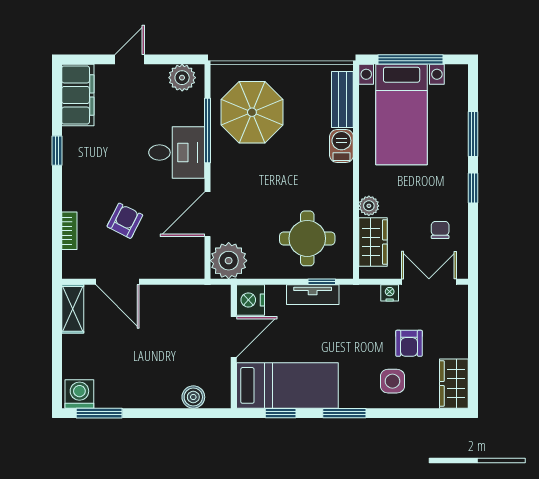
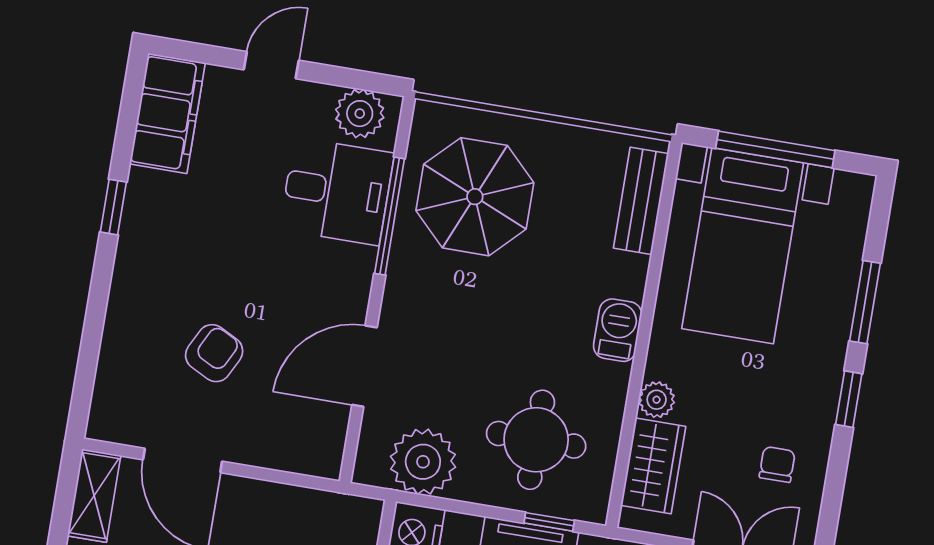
barbecue: (341, 146) -> (618, 330), moved
desk: (177, 153) -> (337, 191), moved
bookcase: (69, 231) -> (112, 354), removed
plant: (229, 261) -> (423, 462), moved

